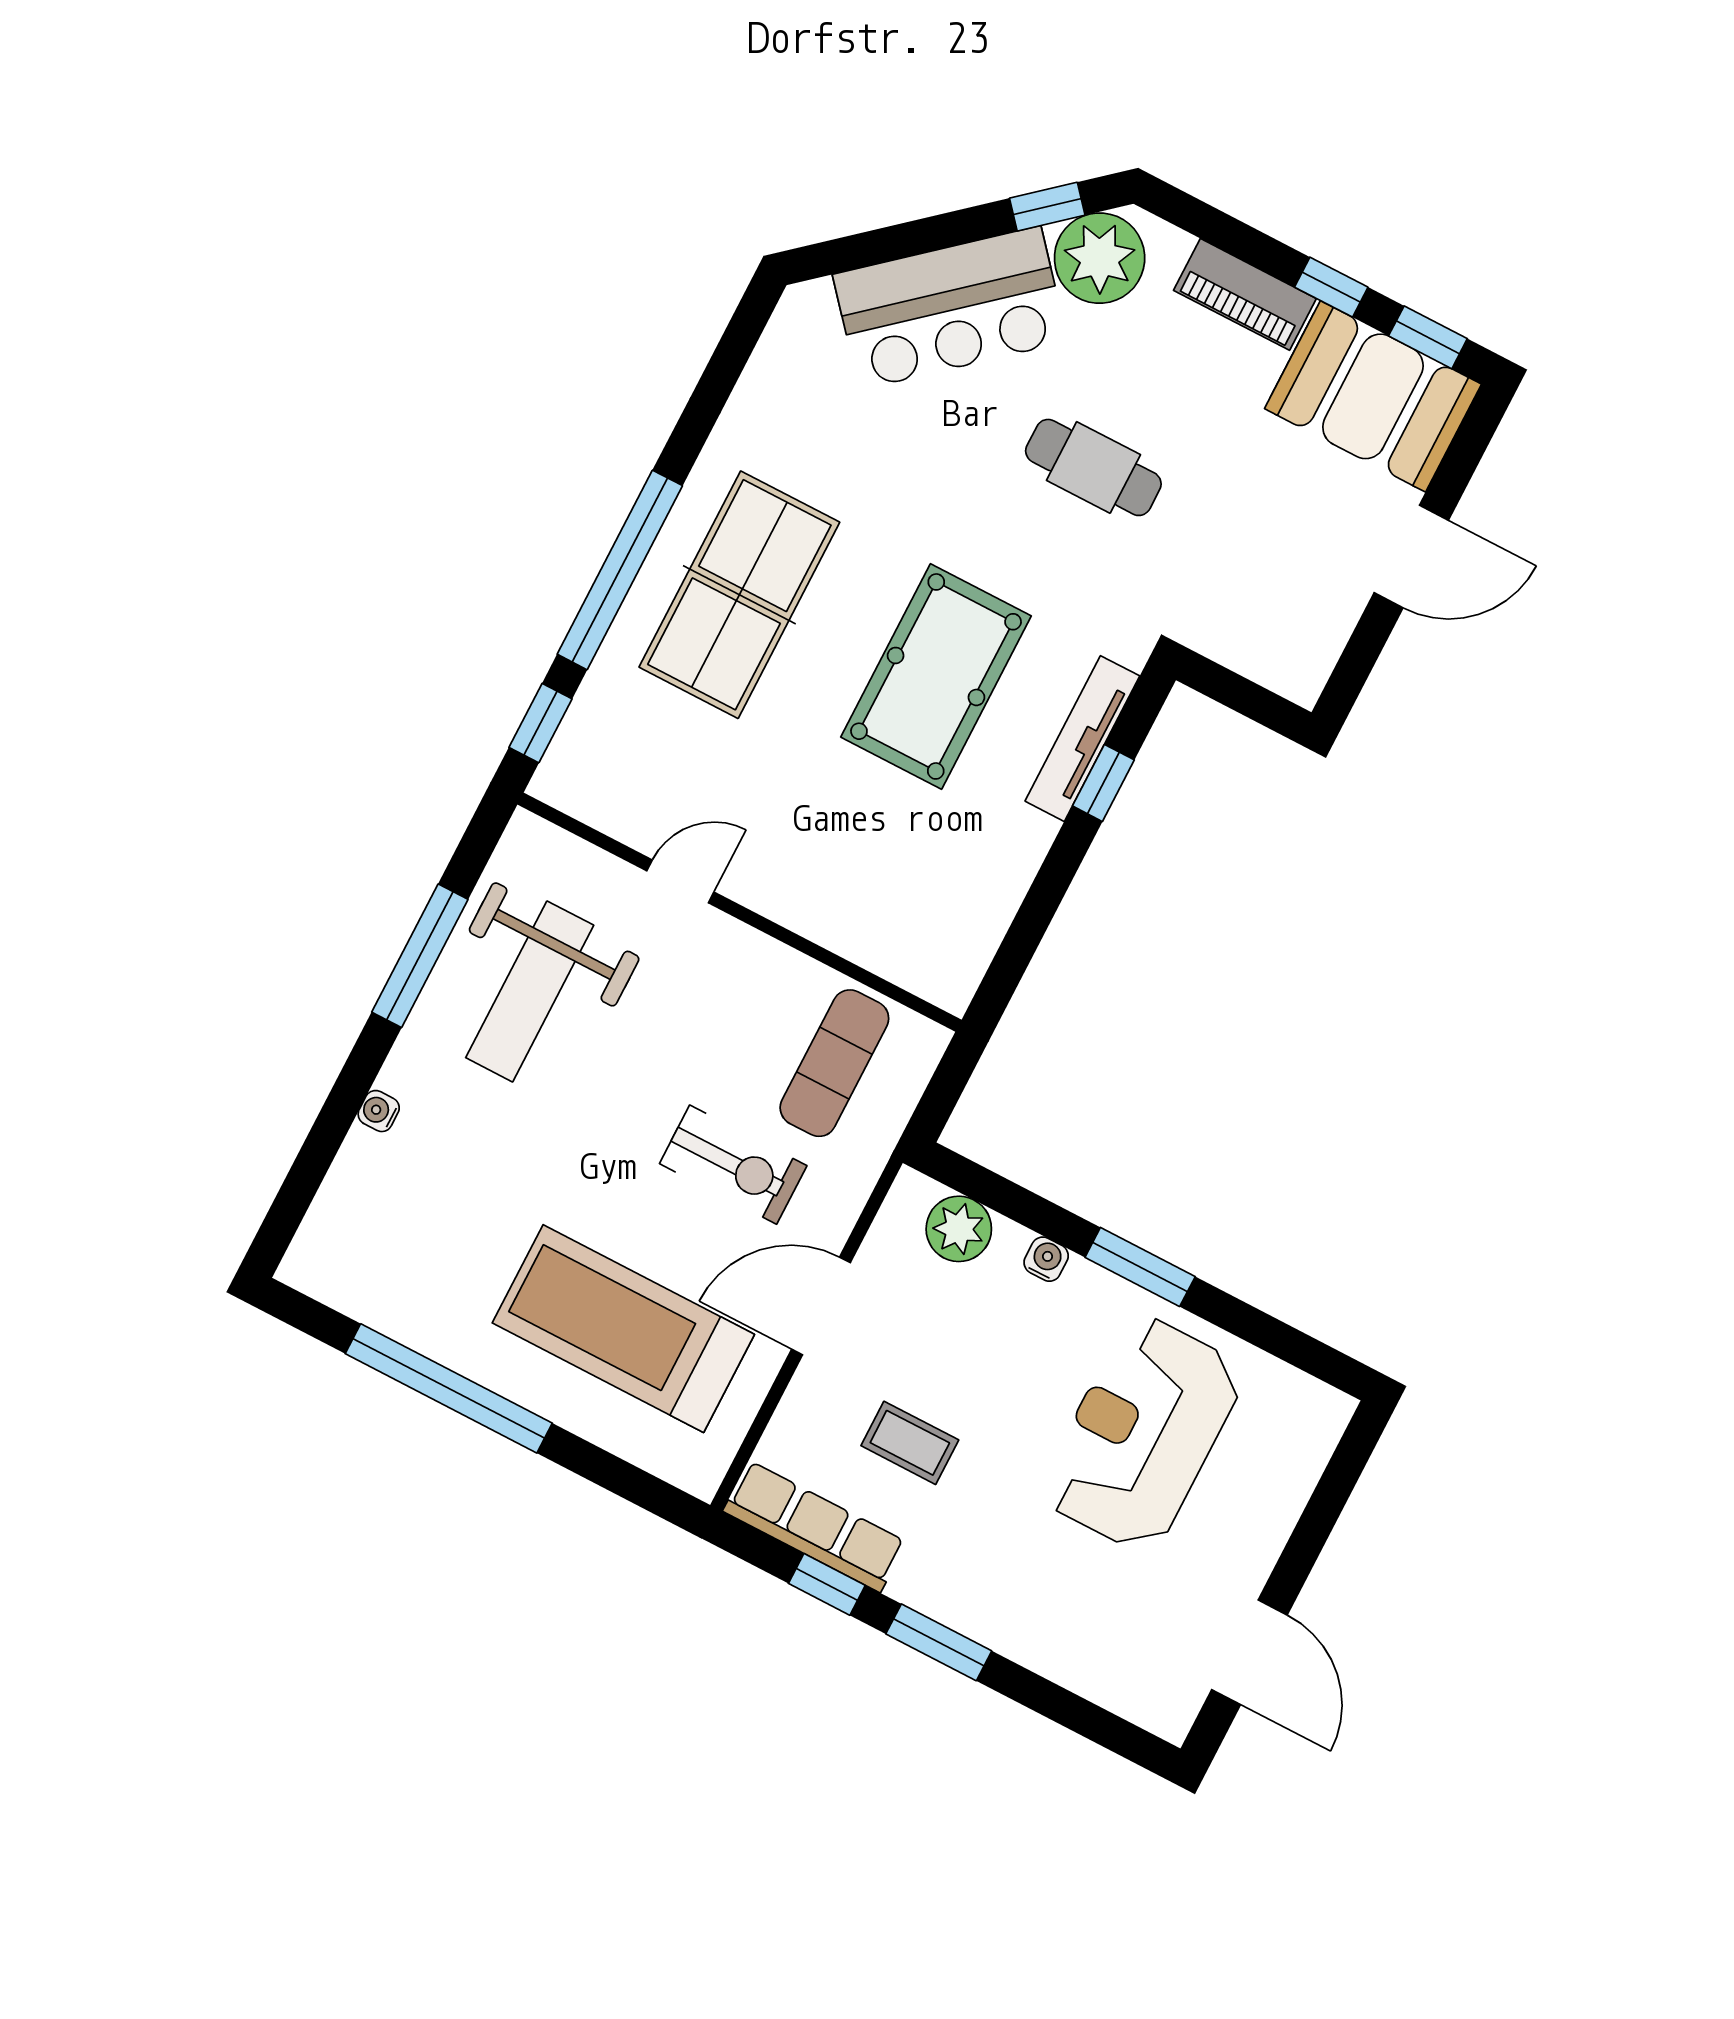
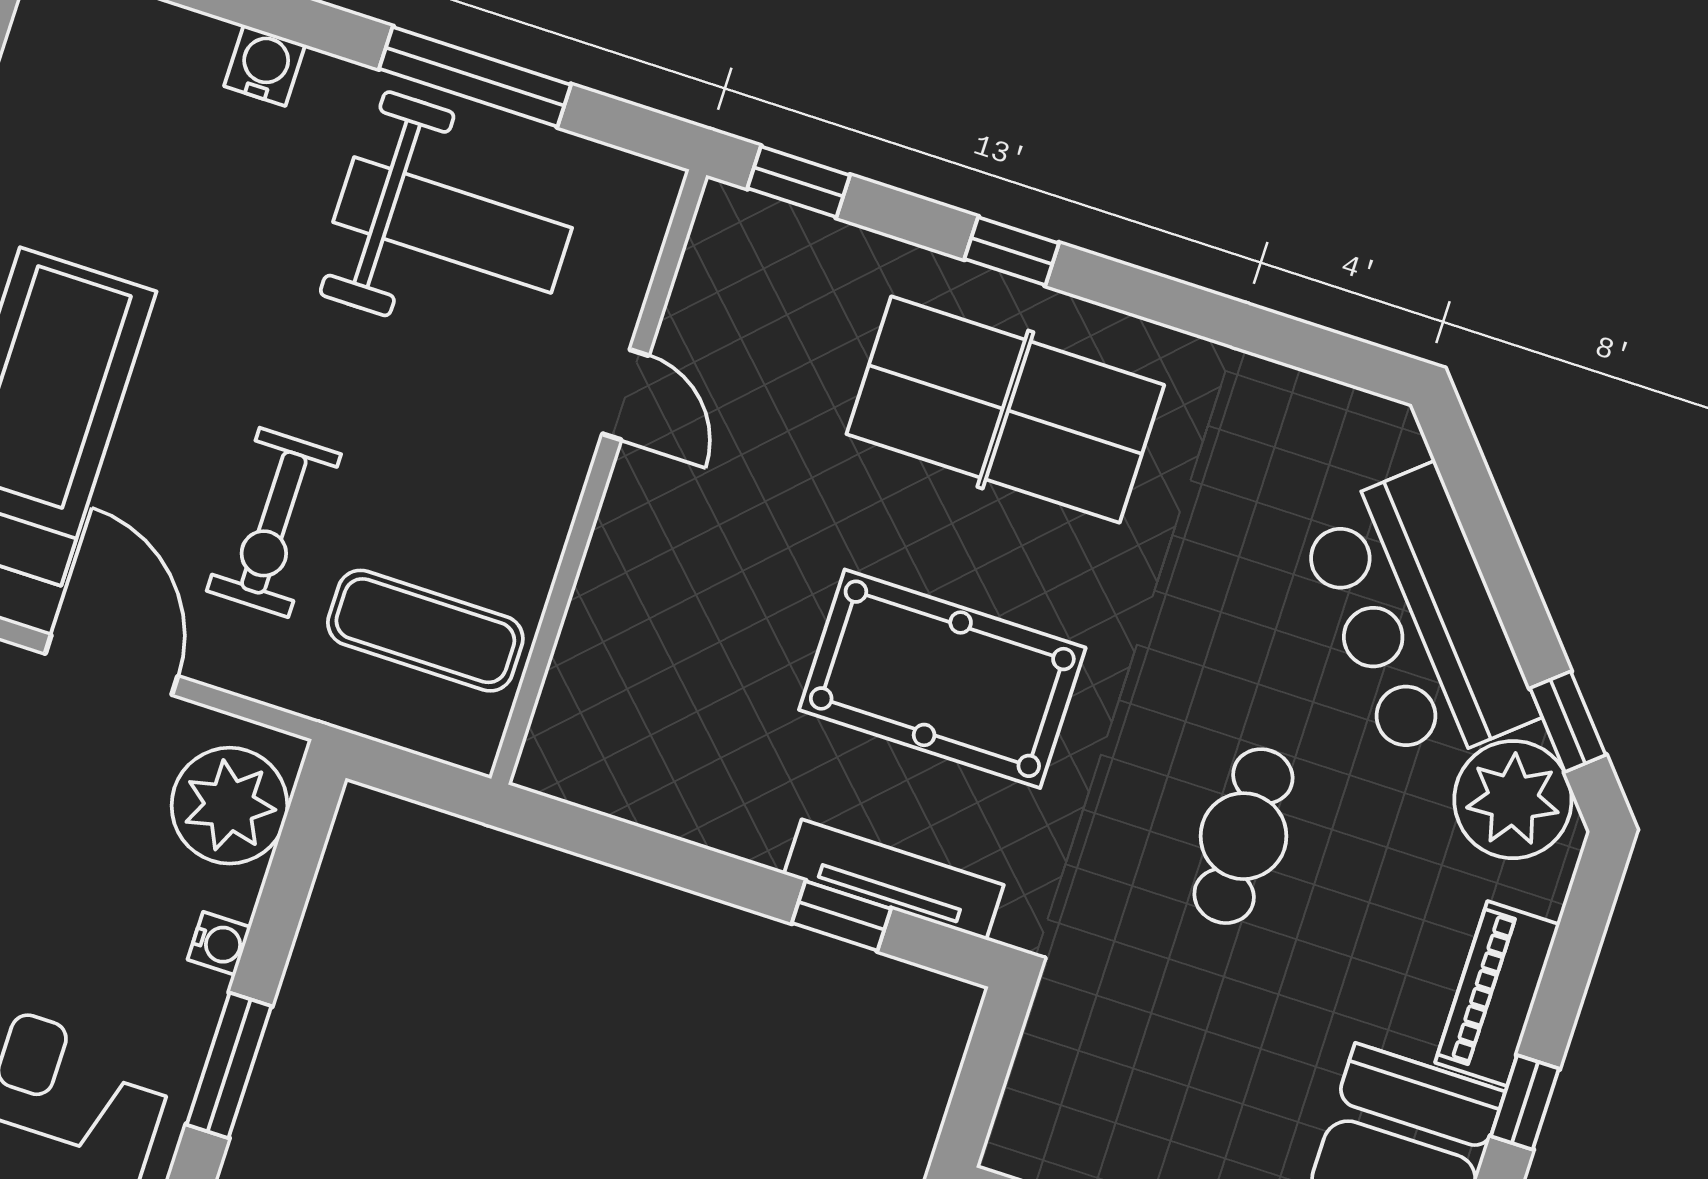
window: (620, 570) -> (1012, 251), width x0.32
weight bench: (530, 991) -> (453, 225), turned 180
water cooler: (379, 1111) -> (265, 65), width x1.38, depth x1.38
plant: (959, 1229) -> (230, 806), width x1.36, depth x1.36

